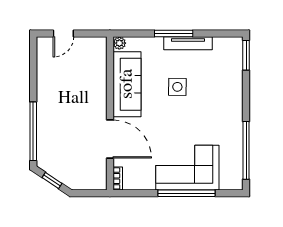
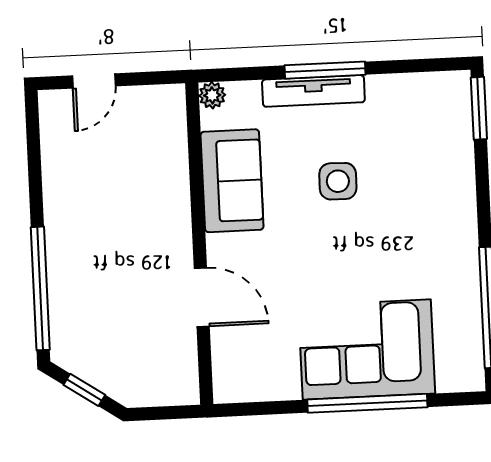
tv unit: (188, 43) -> (313, 91), moved
sofa: (127, 84) -> (232, 181), width x0.73
door: (110, 139) -> (202, 297), width x0.73
bookcase: (118, 178) -> (222, 379), removed

